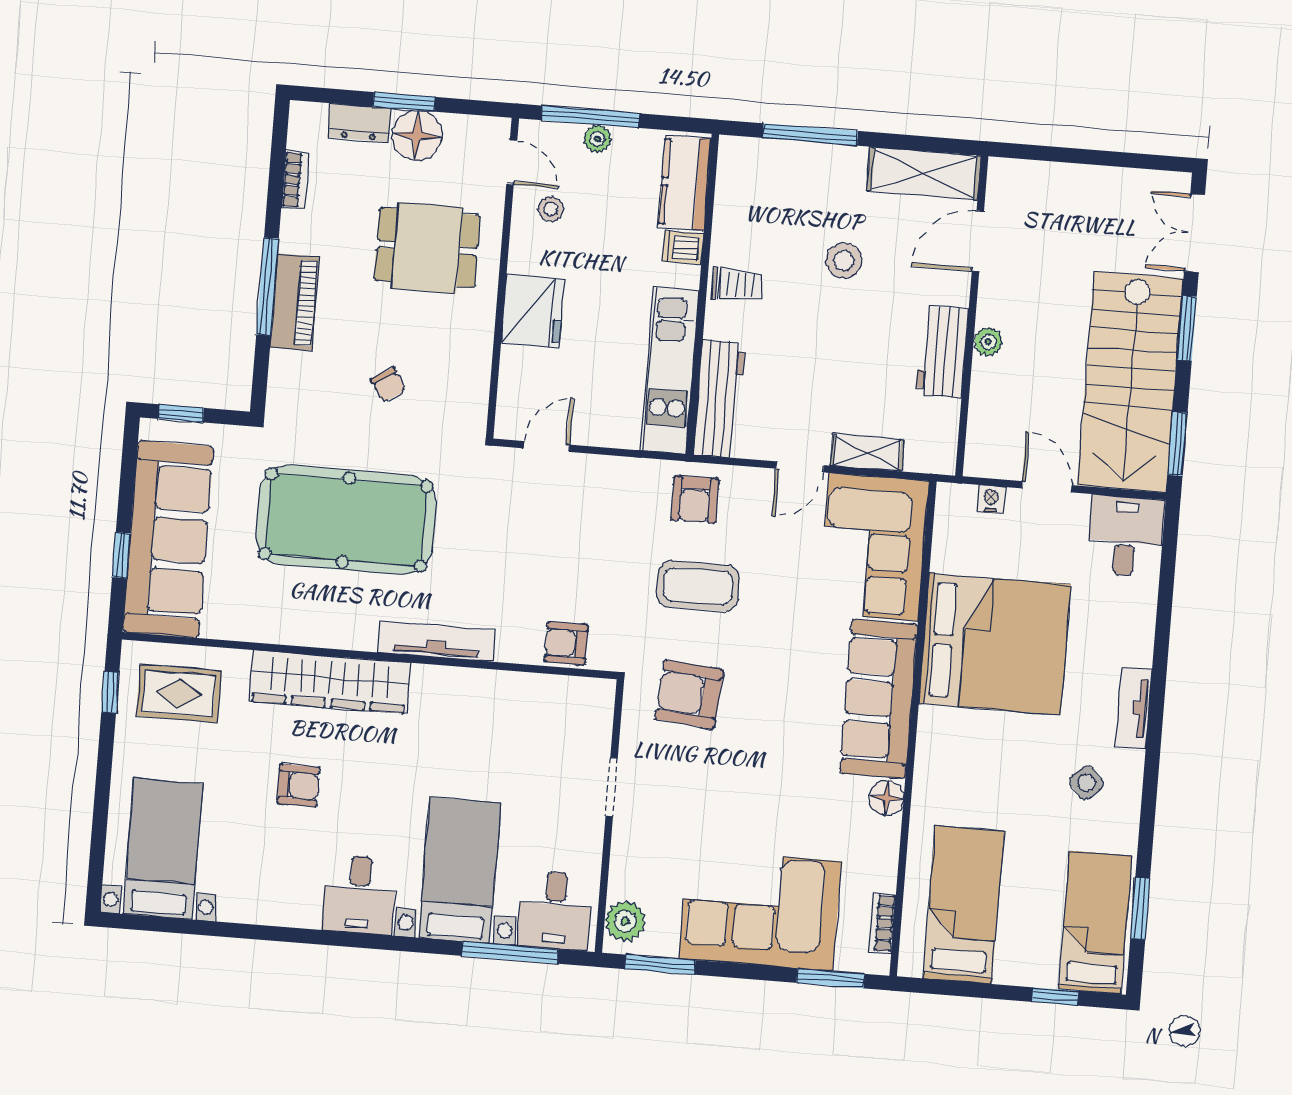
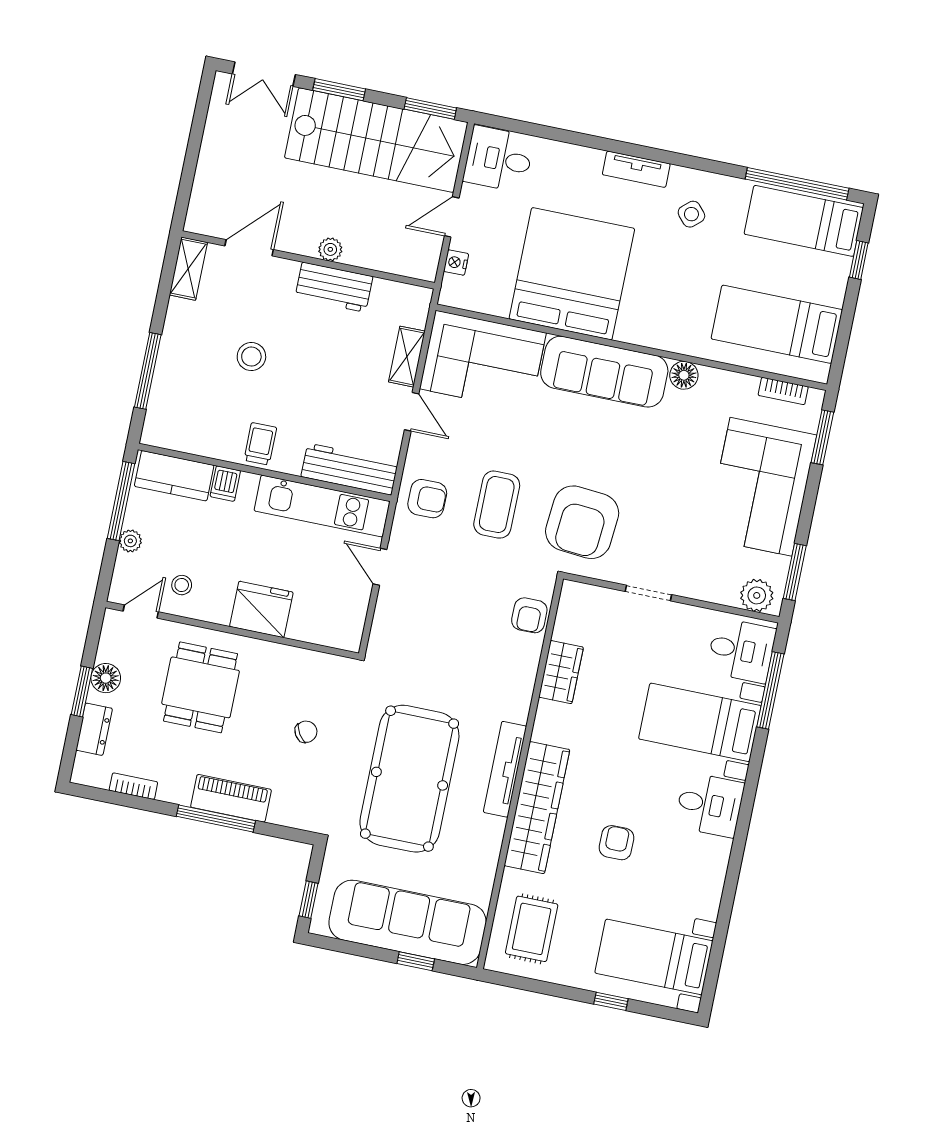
window: (590, 117) -> (121, 501), moved
floor lamp: (417, 135) -> (106, 678), width x0.73, depth x0.73
shelving: (924, 173) -> (188, 269), width x0.67, depth x0.75
door: (978, 241) -> (249, 248), swing flipped
door: (547, 447) -> (380, 567), moved
tv unit: (436, 642) -> (505, 769), moved
wardrobe: (501, 691) -> (561, 672), added
window: (110, 692) -> (611, 1001), moved
armchair: (689, 694) -> (582, 522), width x1.36, depth x1.36
window: (1140, 909) -> (797, 184), width x2.11

